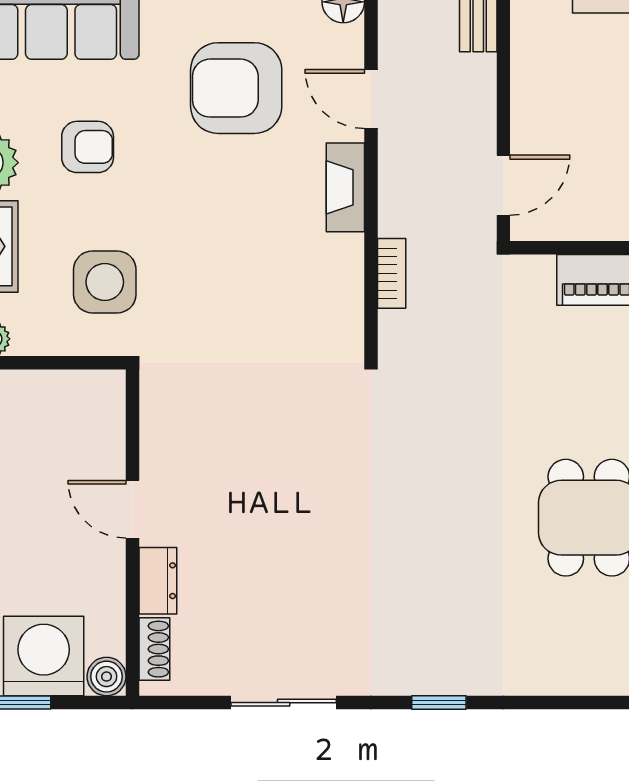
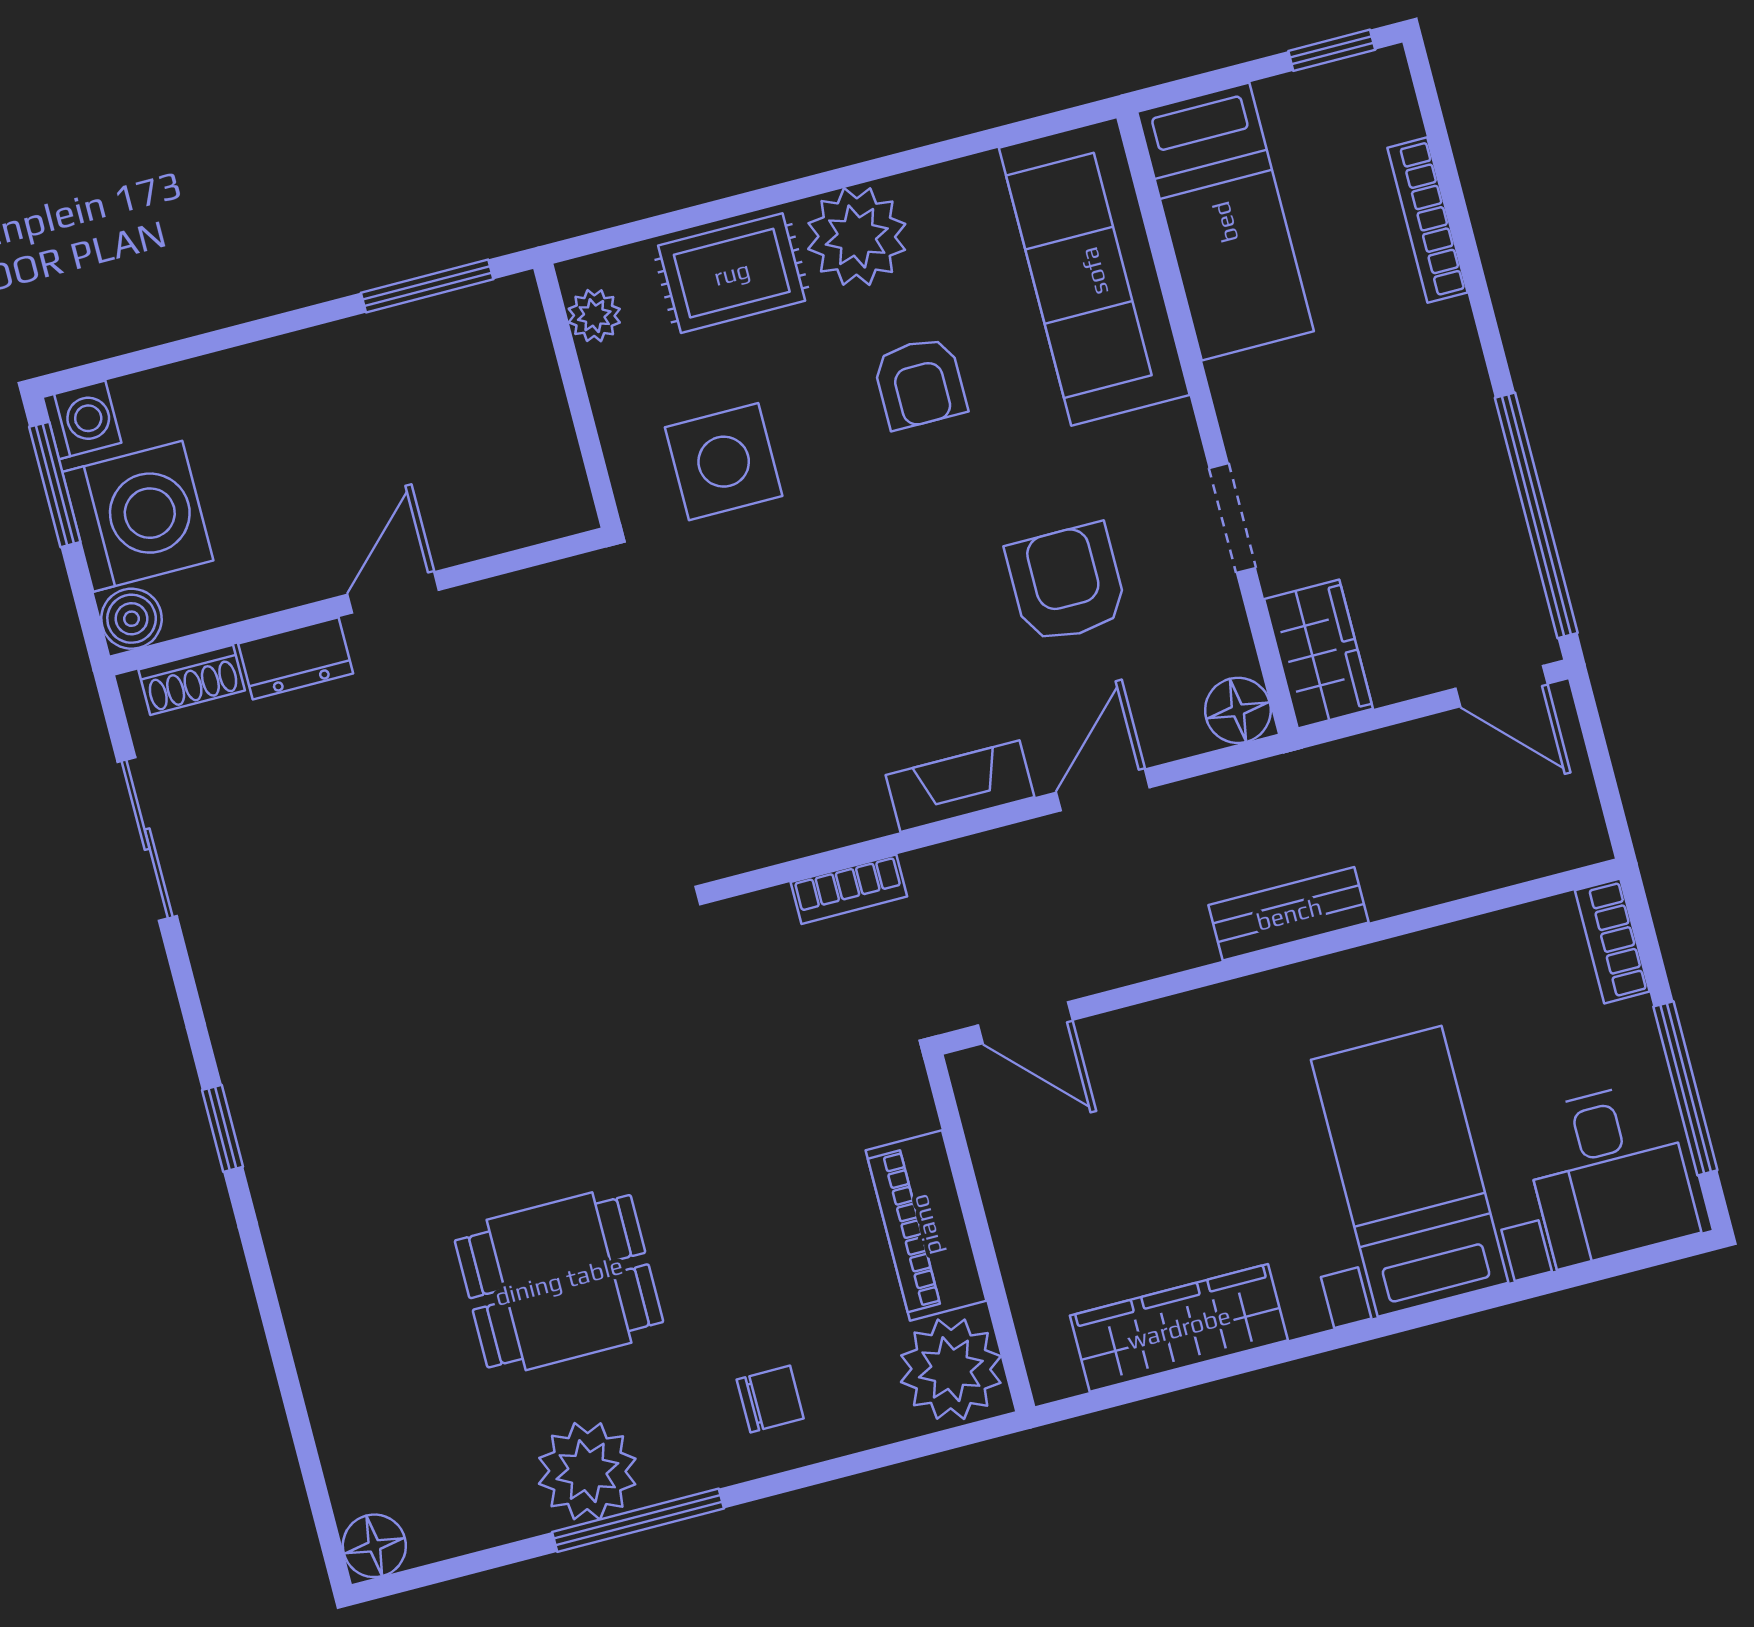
armchair: (236, 88) -> (1066, 583), width x0.73, depth x0.73
sliding door: (284, 703) -> (147, 839), moved

